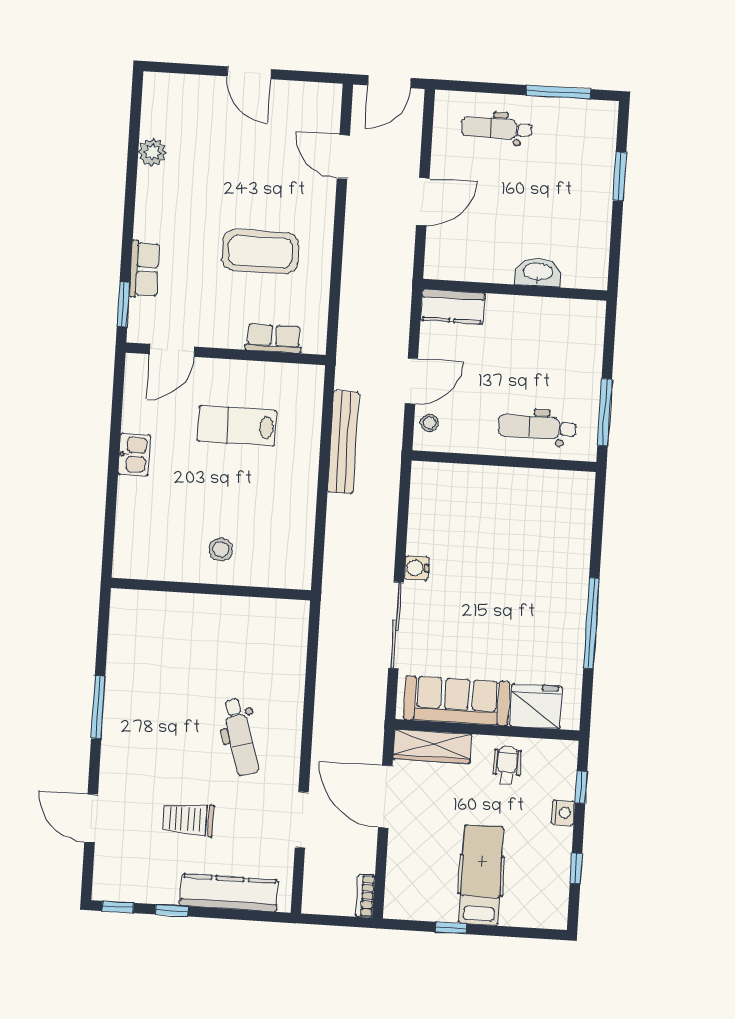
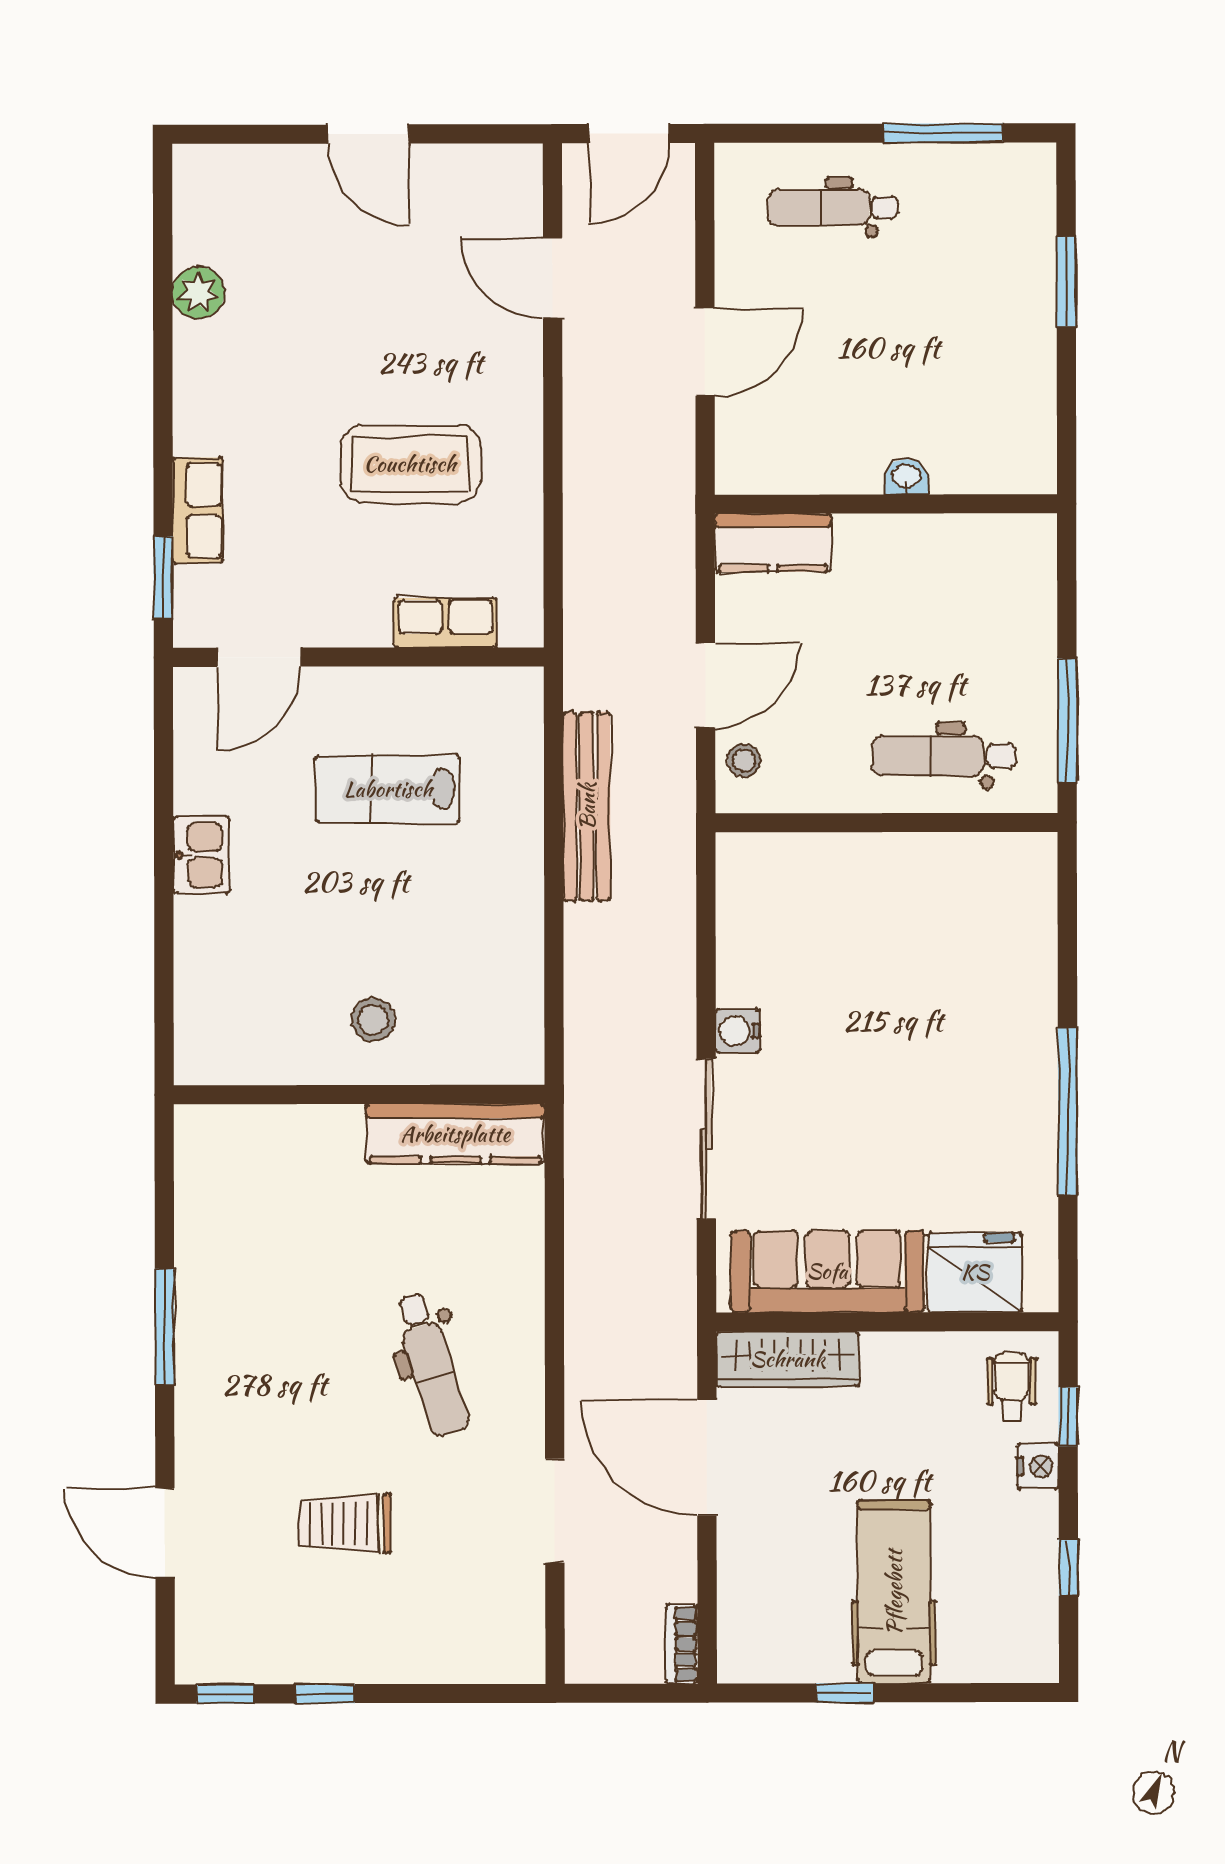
washbasin: (538, 272) -> (906, 477), width x0.52, depth x0.69
wheelchair: (507, 765) -> (1012, 1387), moved
kitchen counter: (229, 893) -> (455, 1134), moved, turned 180

